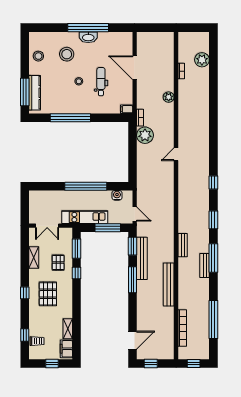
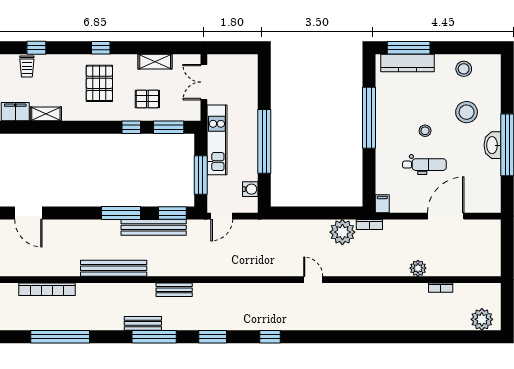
plant: (202, 60) -> (482, 319), moved
plant: (169, 97) -> (418, 268), moved
pallet: (48, 294) -> (99, 83), turned 90

